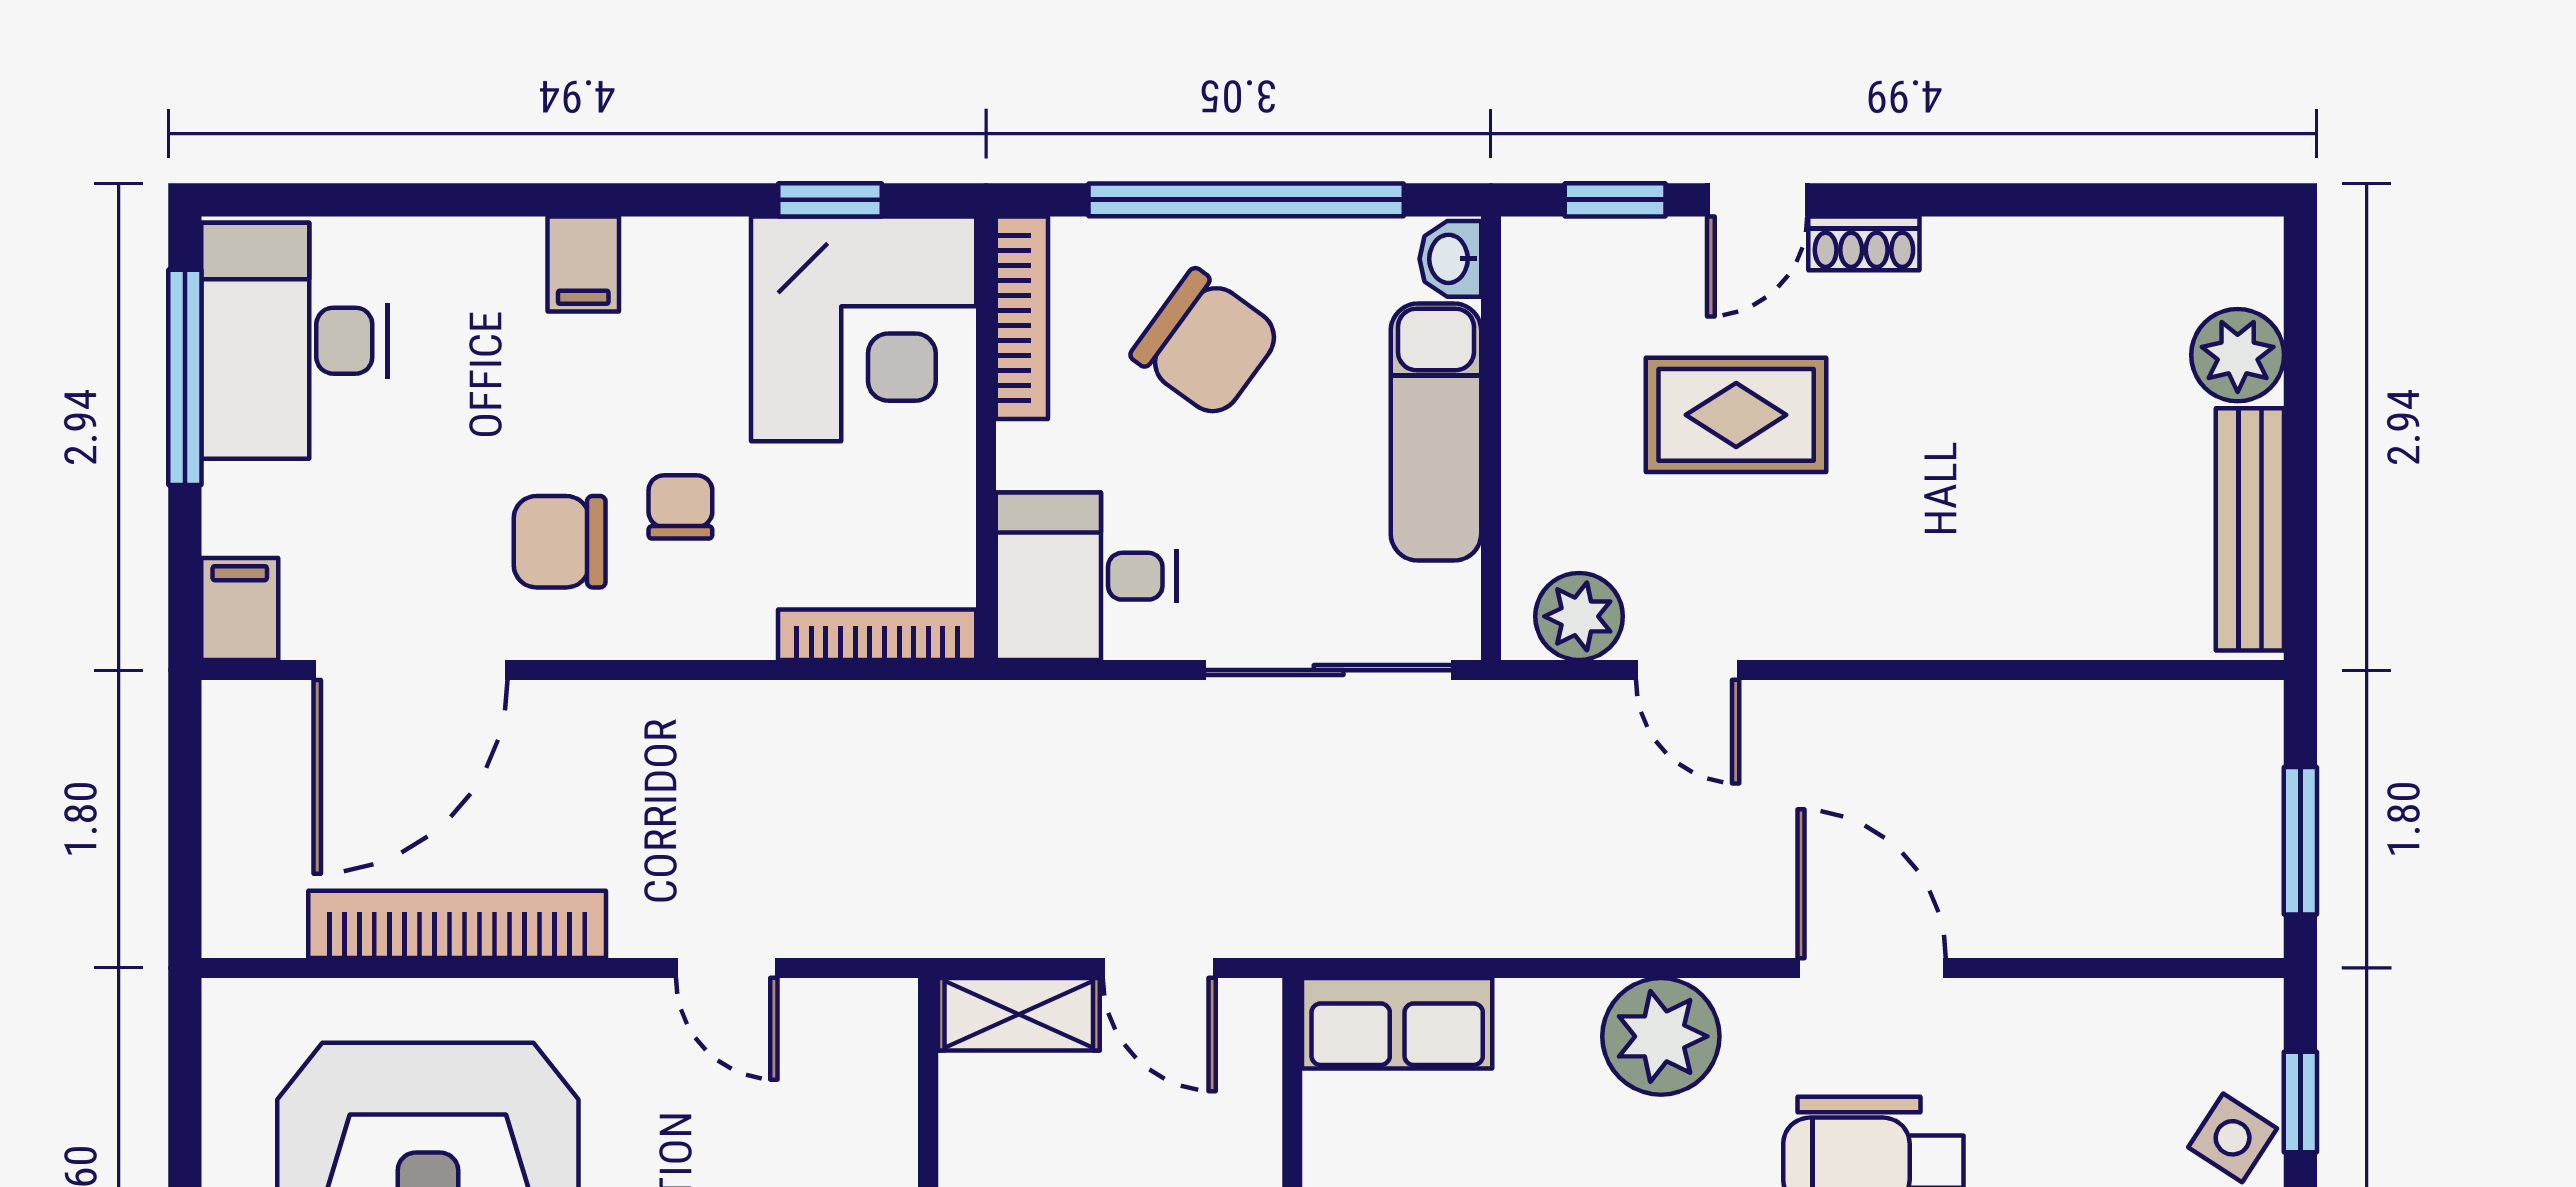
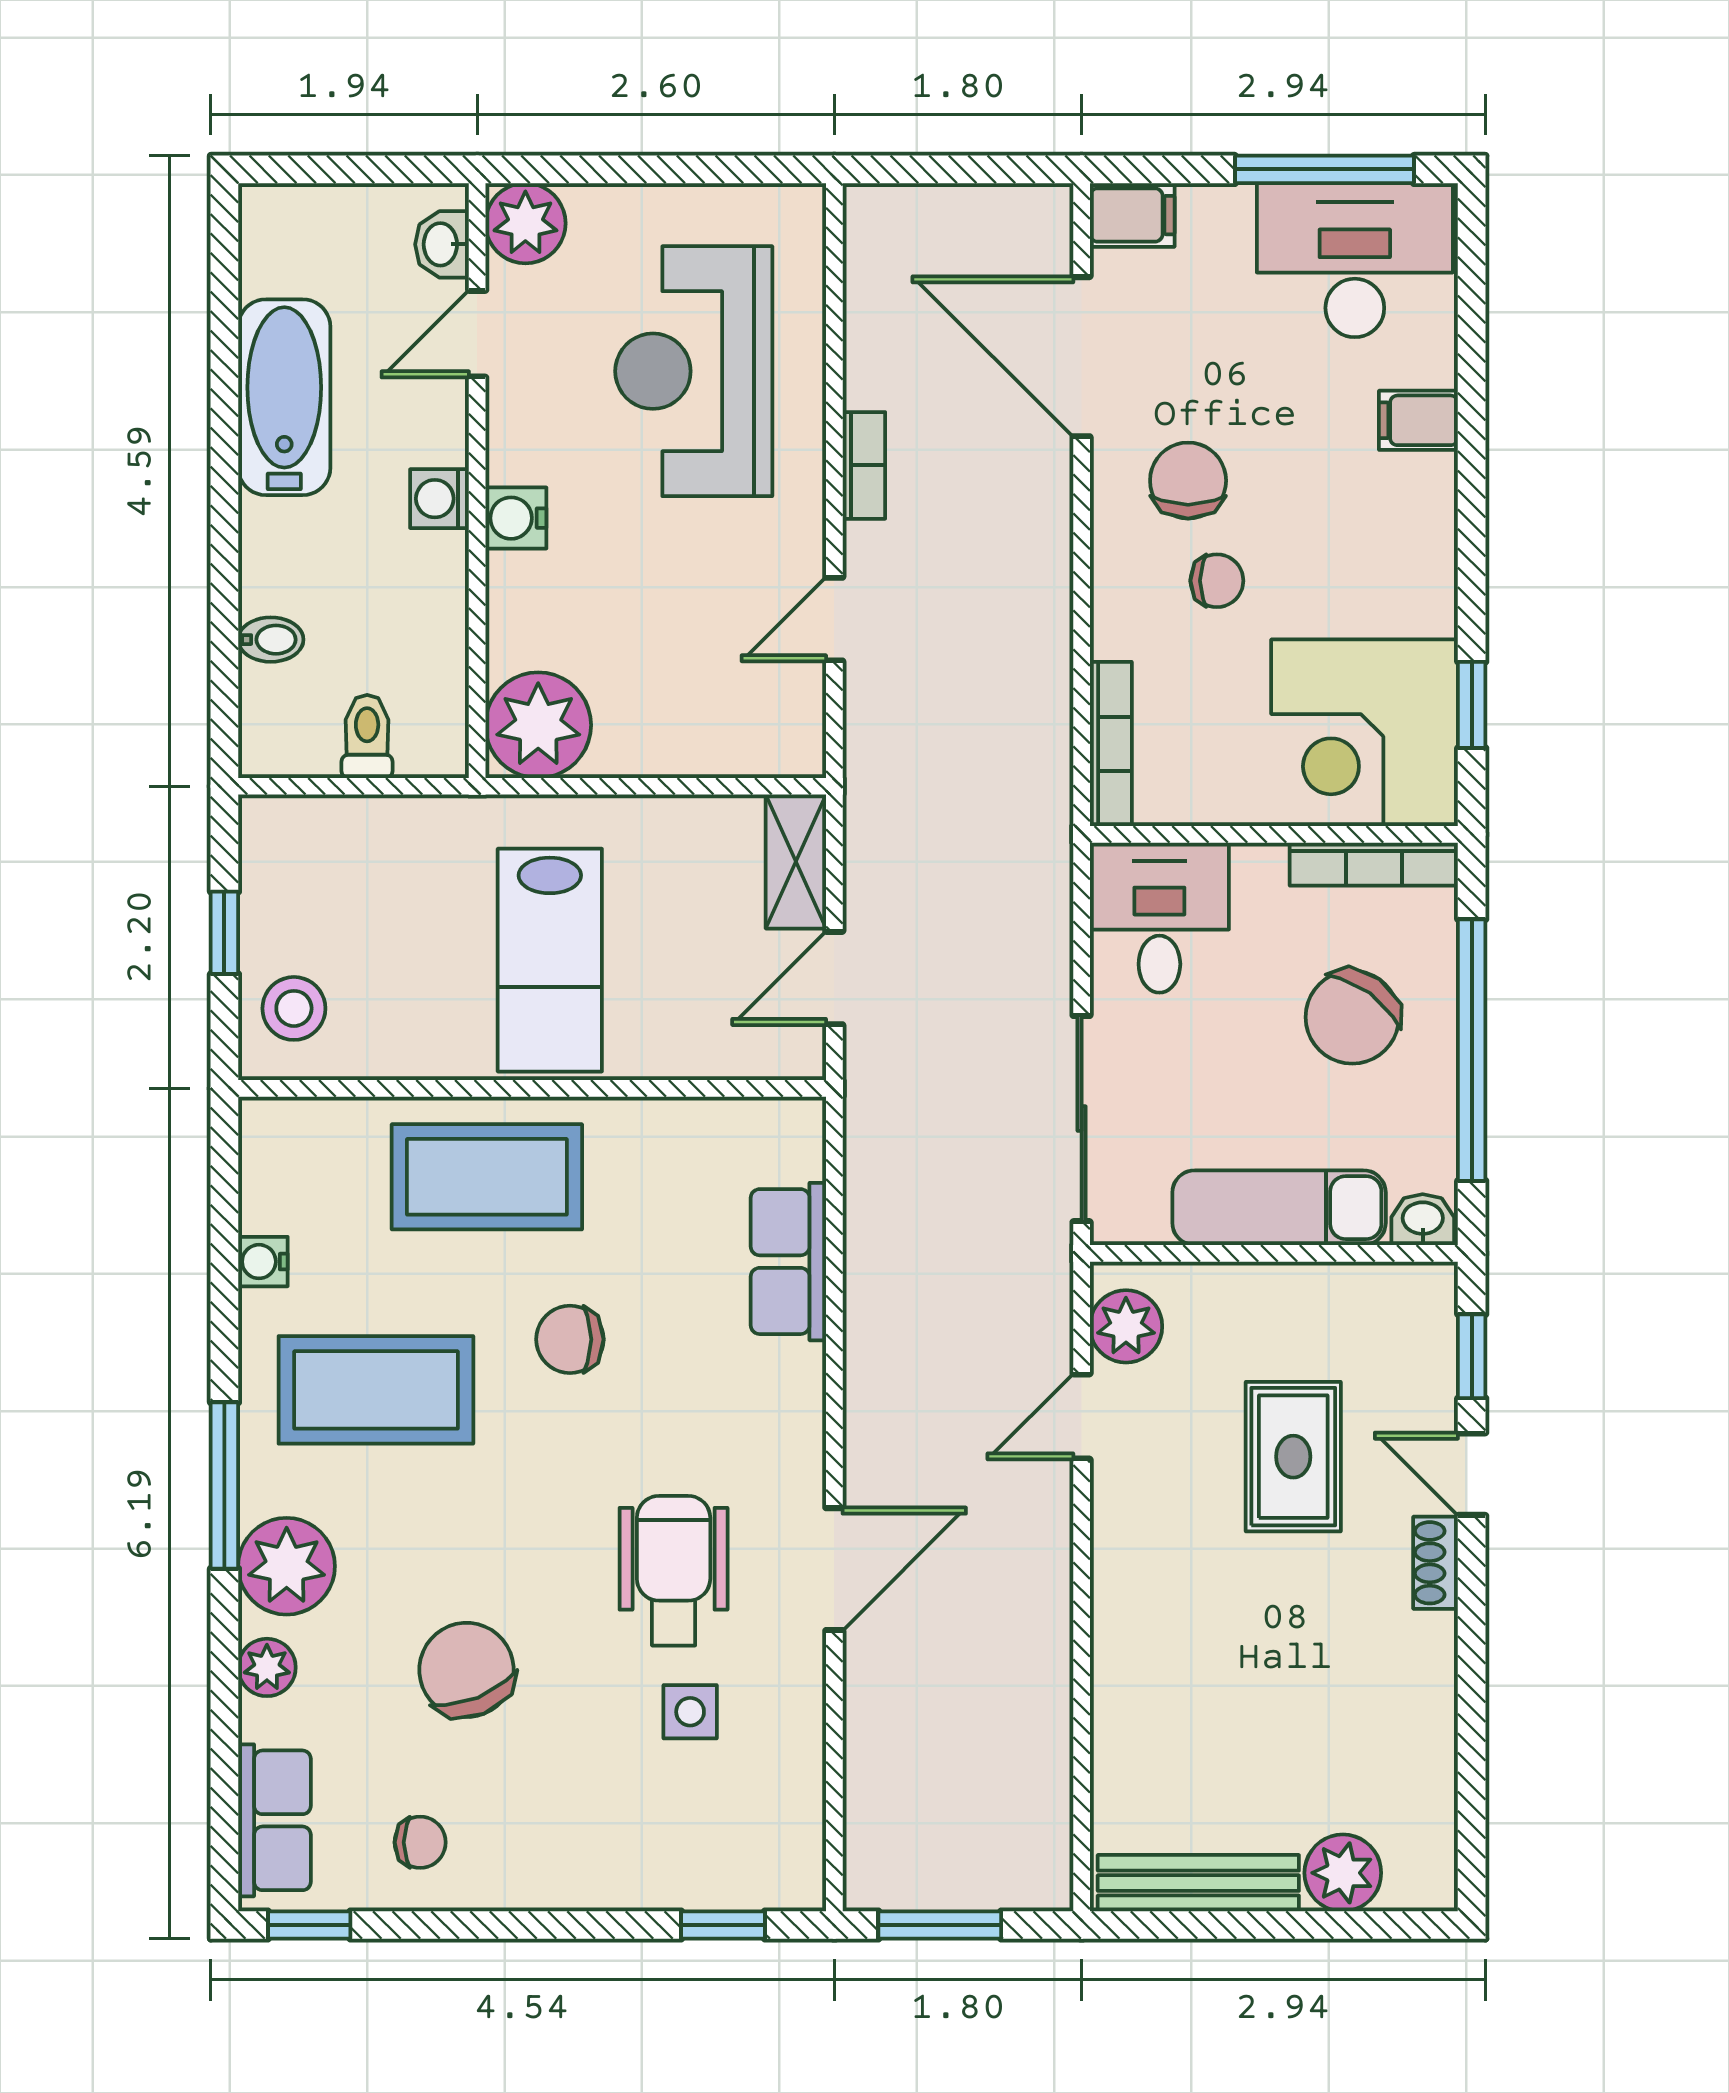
filing cabinet: (583, 264) -> (1418, 420), moved
bookcase: (457, 924) -> (864, 465), width x0.43, depth x0.76
row of seats: (1397, 1023) -> (788, 1262), moved
plant: (1661, 1036) -> (778, 1394), removed
side table: (2233, 1138) -> (690, 1712), moved, turned -33

